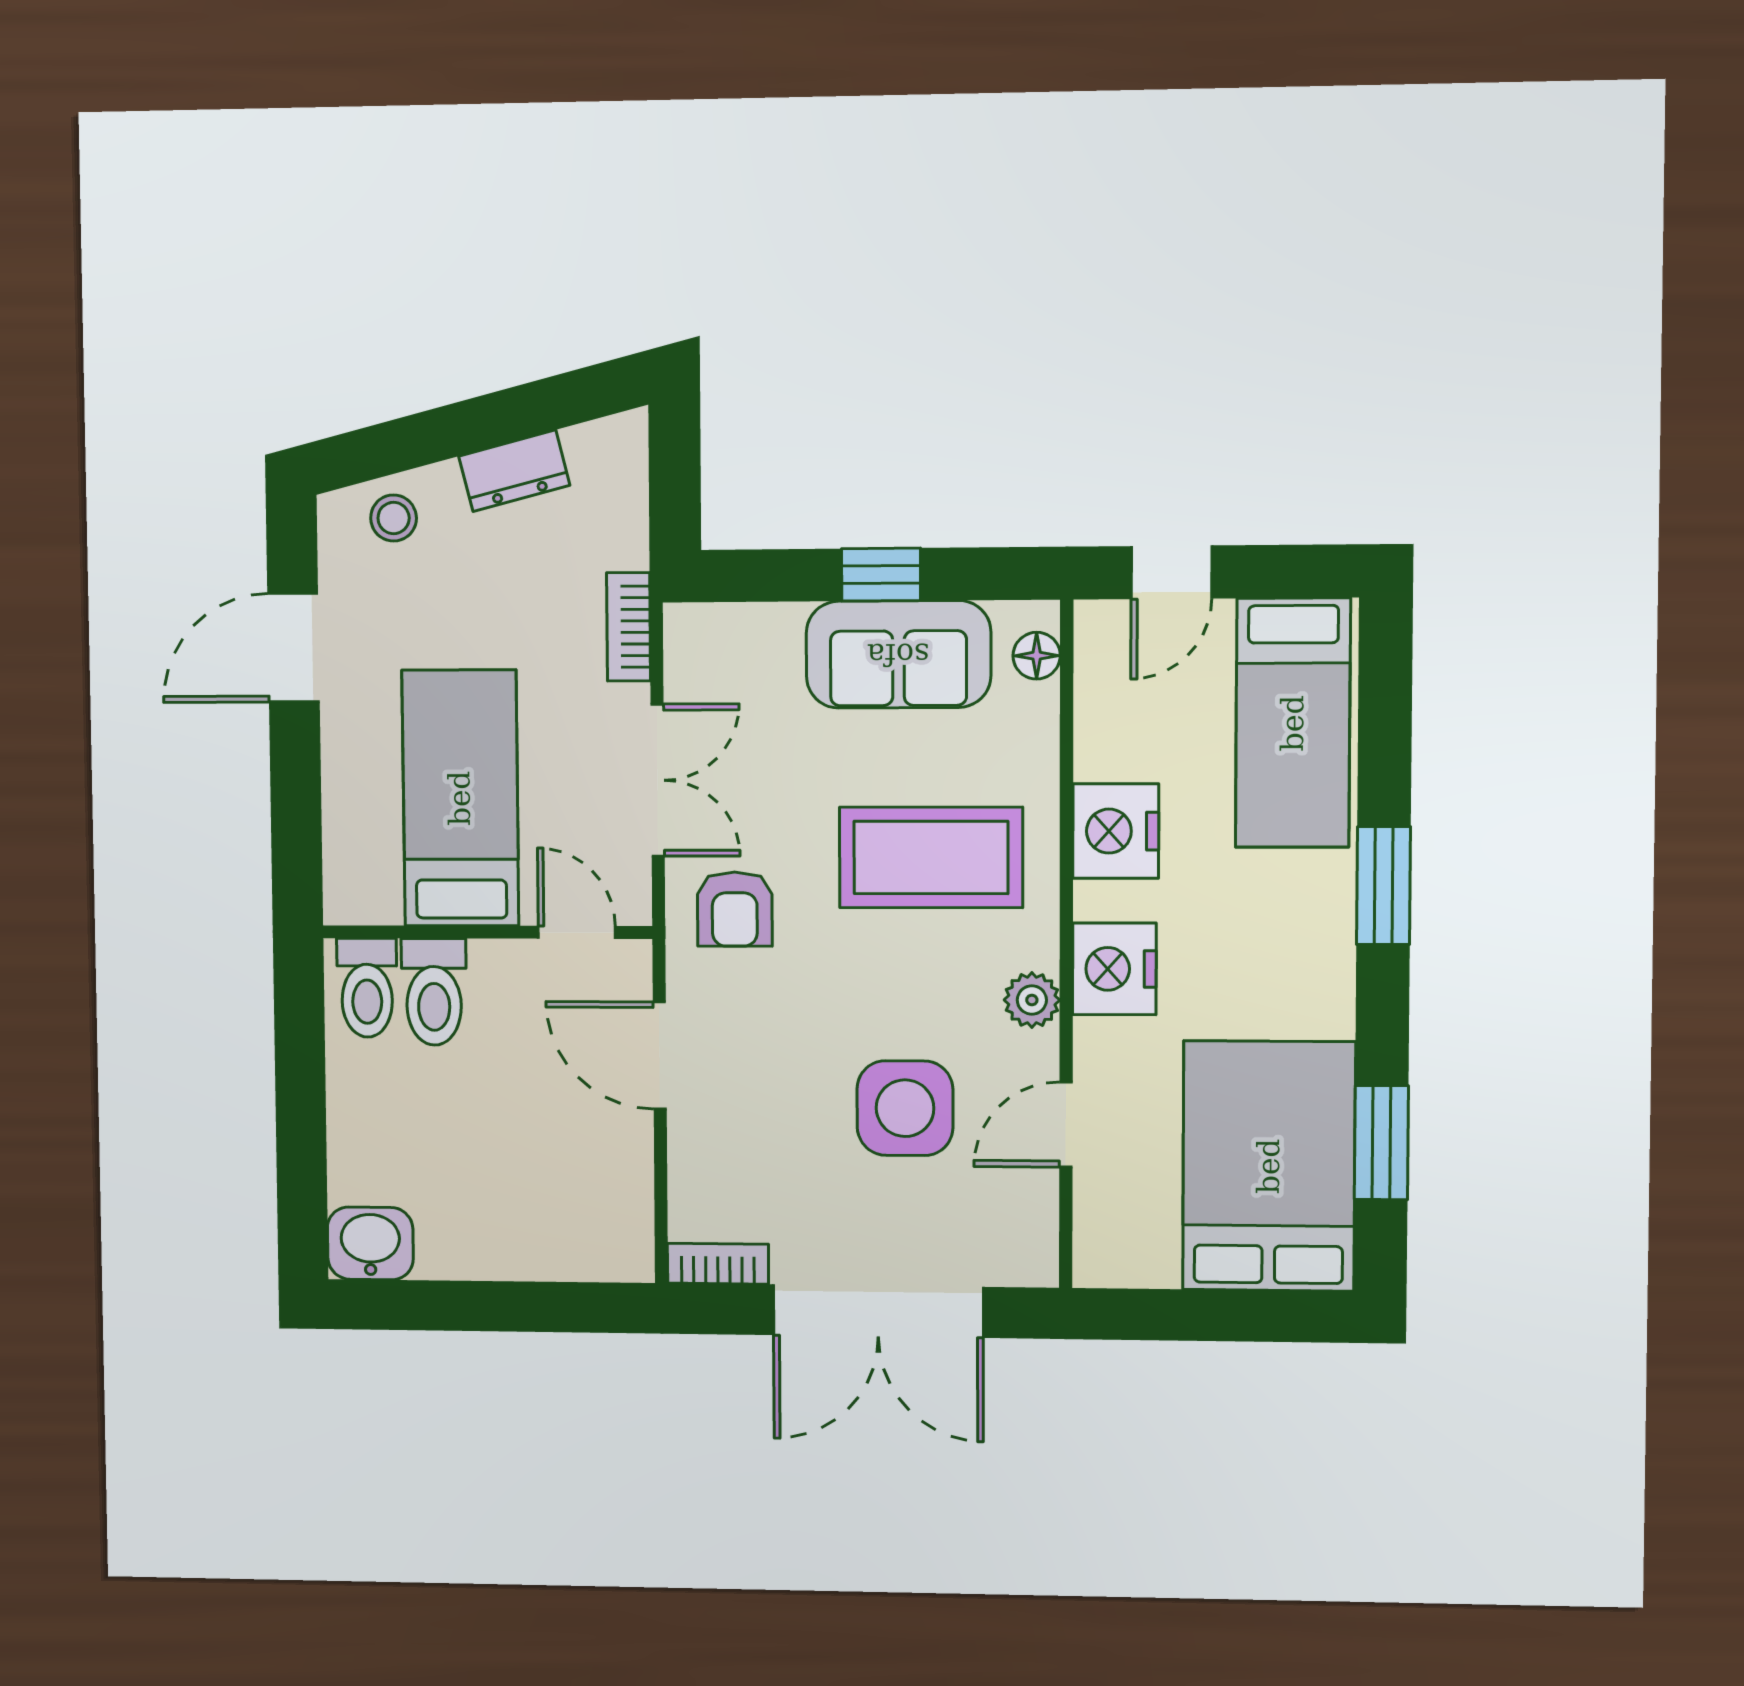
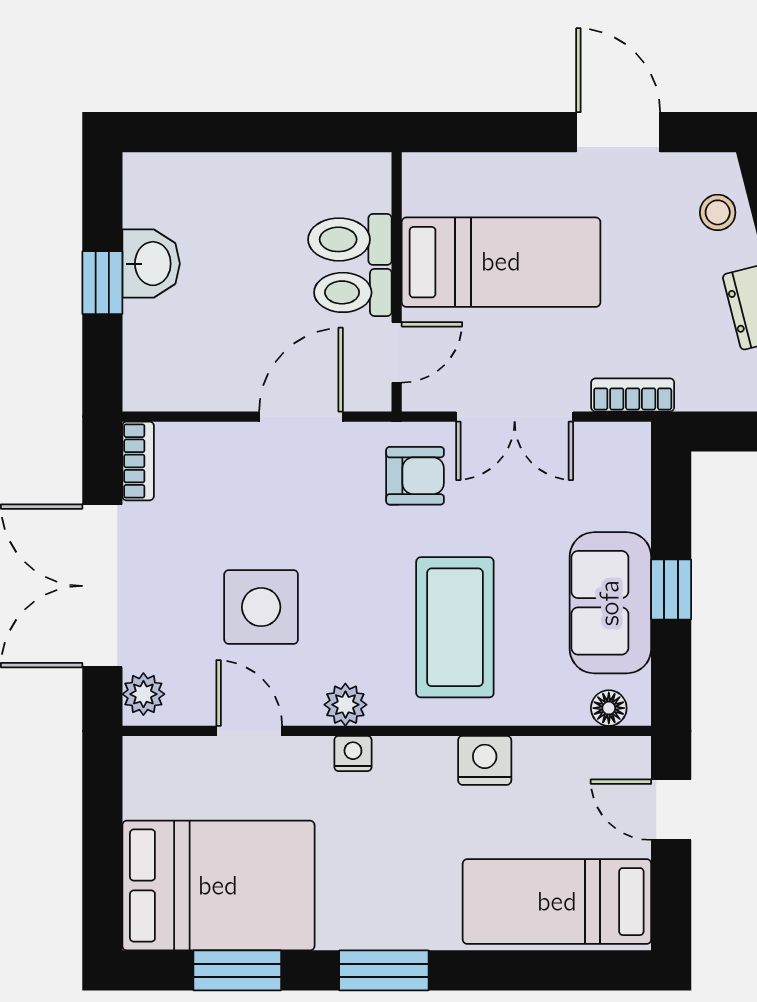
nightstand: (1116, 831) -> (485, 760), width x0.74, depth x0.75
window: (1384, 886) -> (384, 970), moved
armchair: (735, 909) -> (415, 476), turned 180
nightstand: (1114, 969) -> (353, 754), width x0.53, depth x0.56
toilet: (367, 988) -> (353, 292), moved
washbasin: (370, 1243) -> (151, 264), moved
plant: (1018, 1260) -> (143, 694), added
window: (492, 1306) -> (102, 283), added

